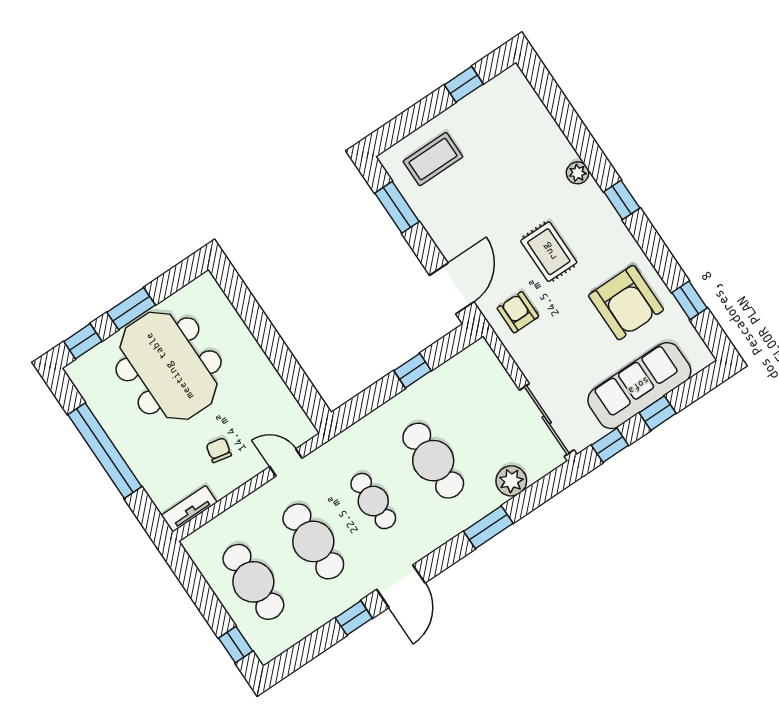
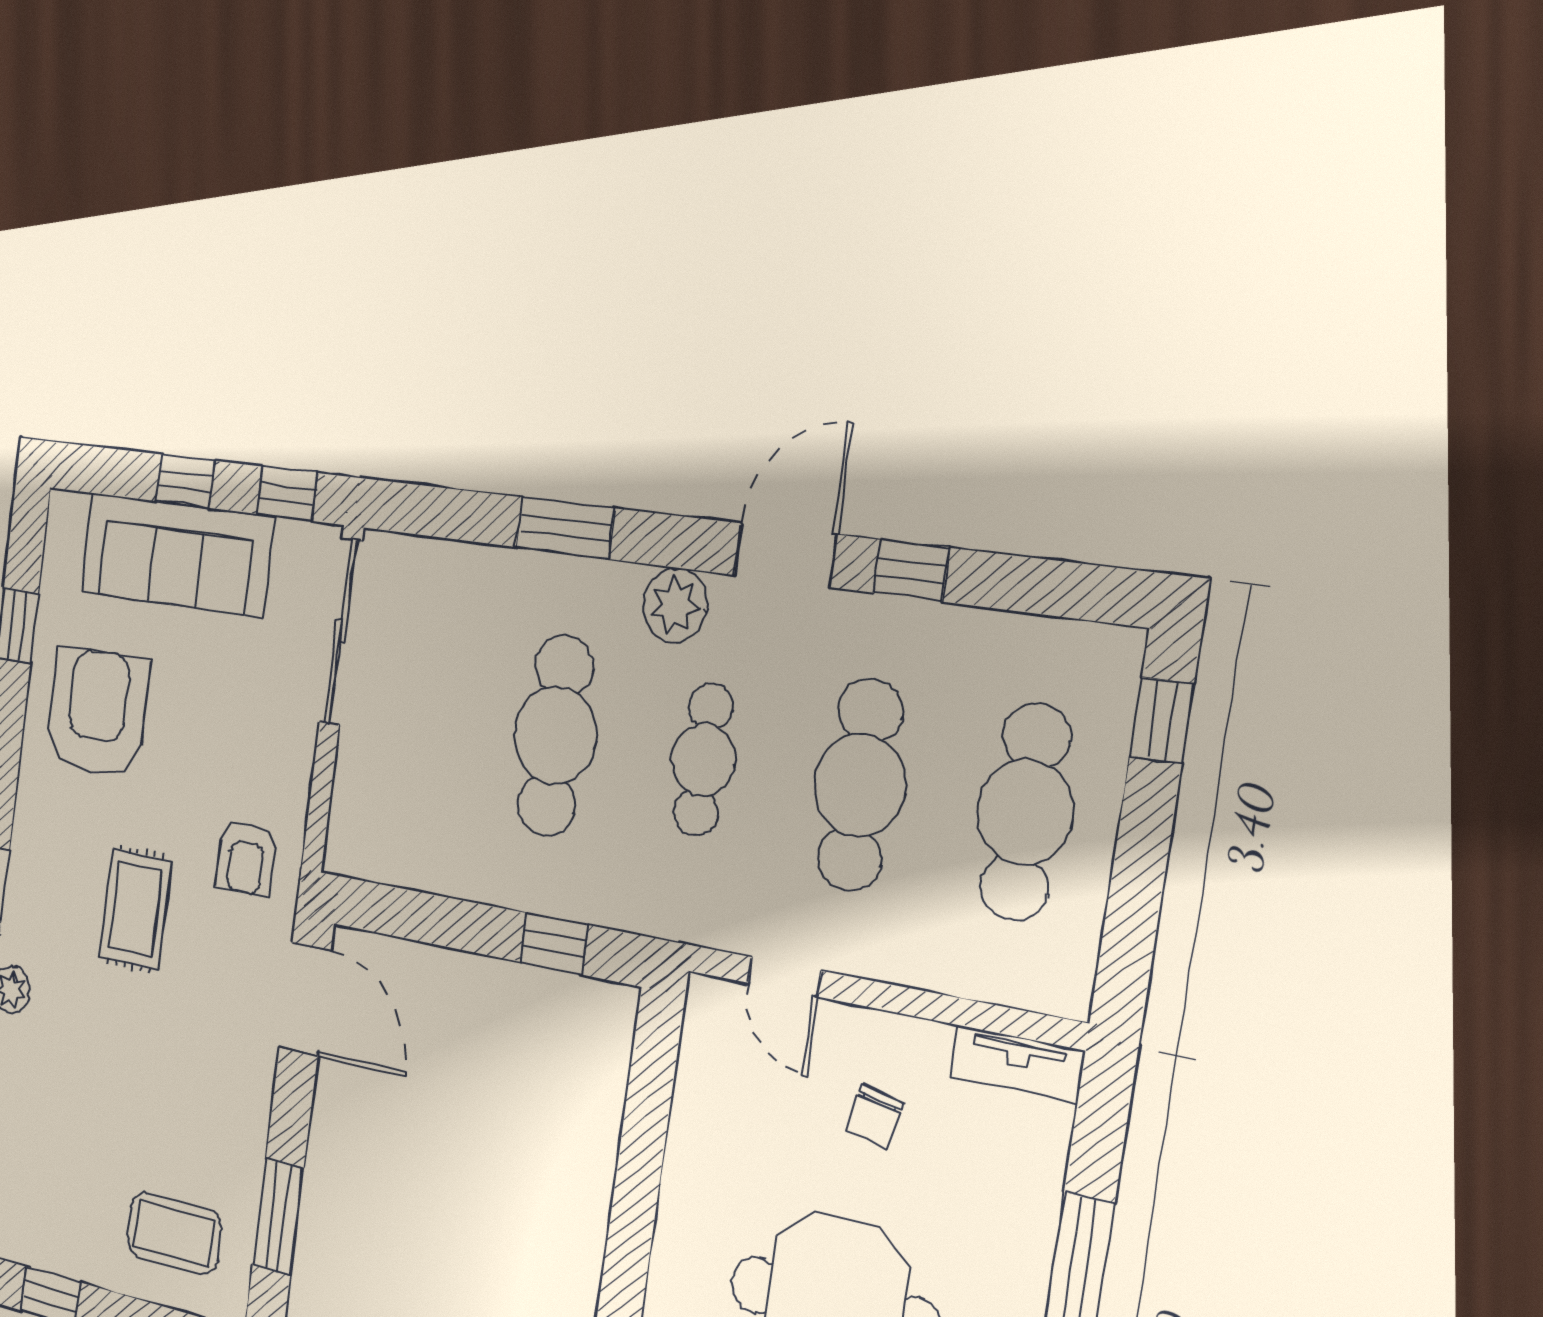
door: (452, 289) -> (305, 999), swing flipped
window: (412, 371) -> (554, 944), moved
plant: (511, 481) -> (675, 605), moved

